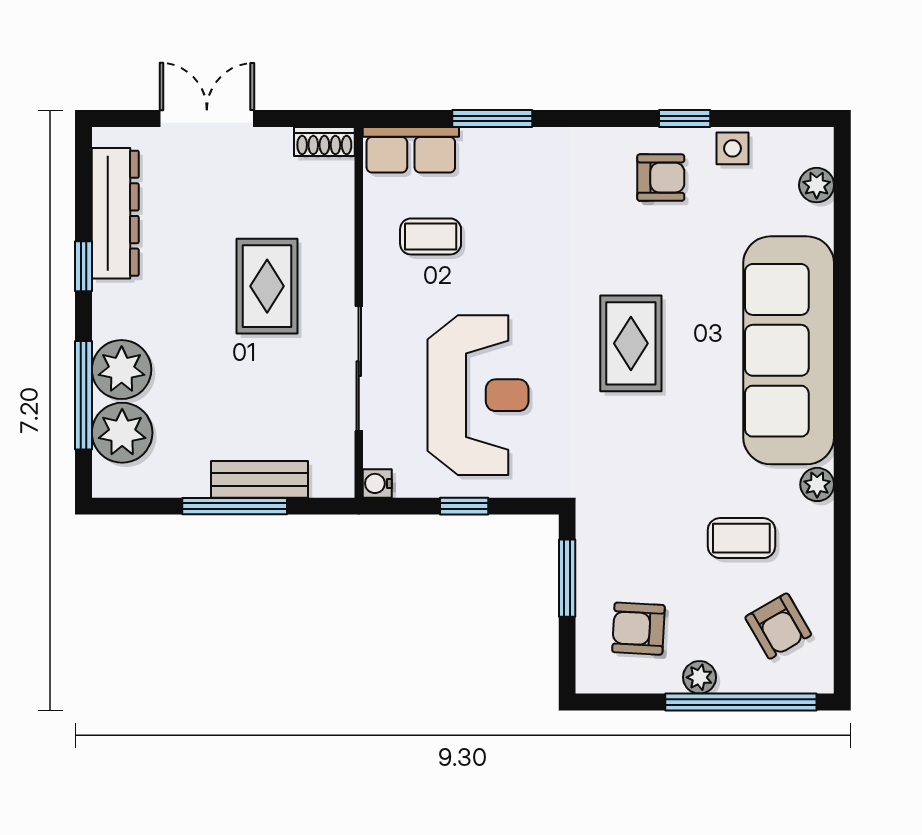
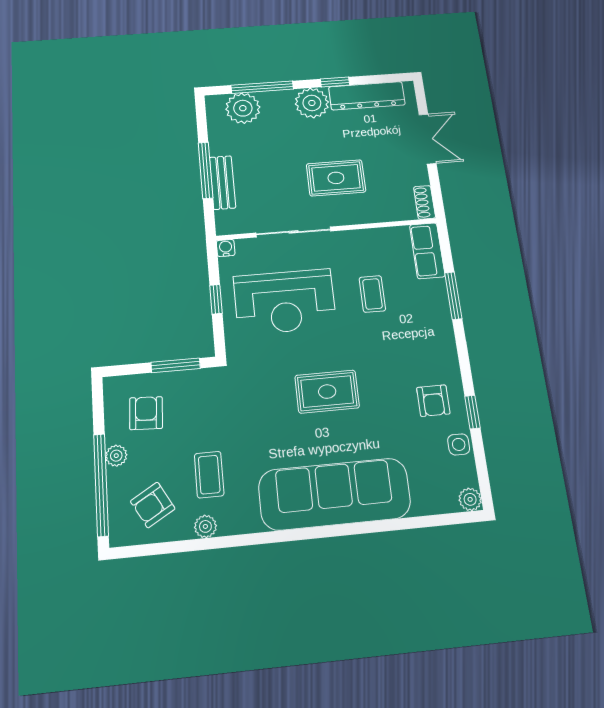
plant: (817, 185) -> (470, 499), moved
coffee table: (431, 236) -> (372, 294), moved
plant: (122, 370) -> (312, 103), moved
plant: (817, 484) -> (205, 526), moved

